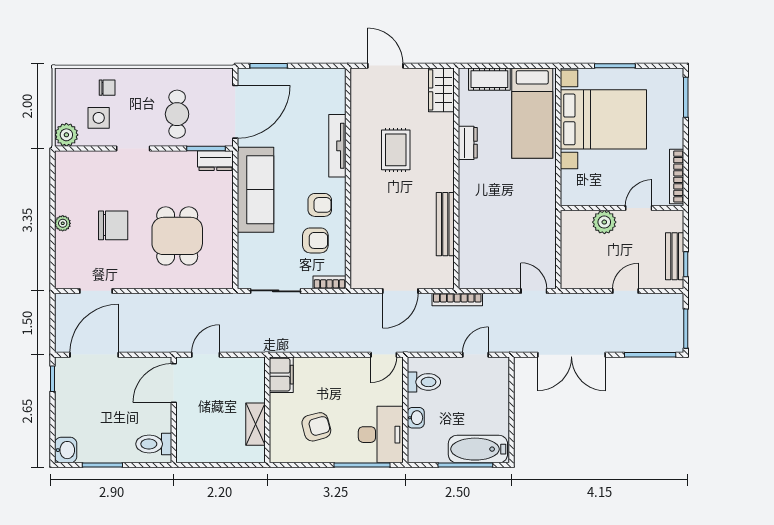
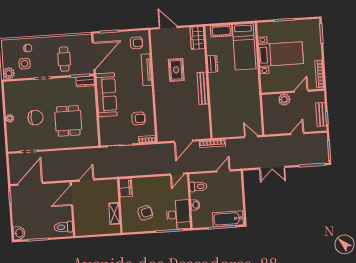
bed with nightstands: (603, 119) -> (281, 54), width x0.73
armchair: (320, 205) -> (136, 43), moved
bench: (445, 224) -> (203, 88), moved
double door: (571, 355) -> (272, 168), width x0.73

